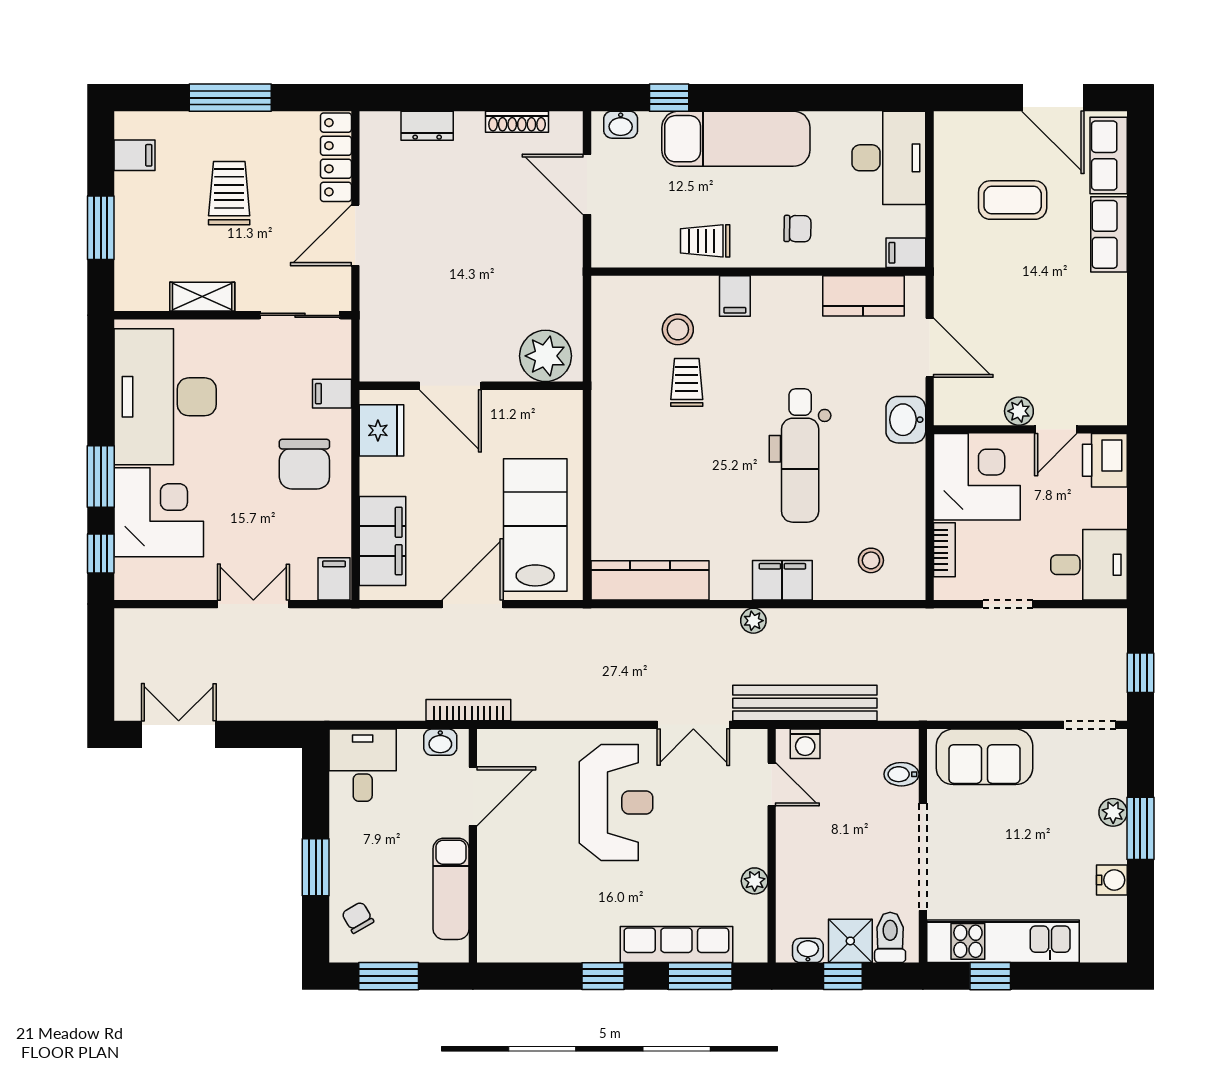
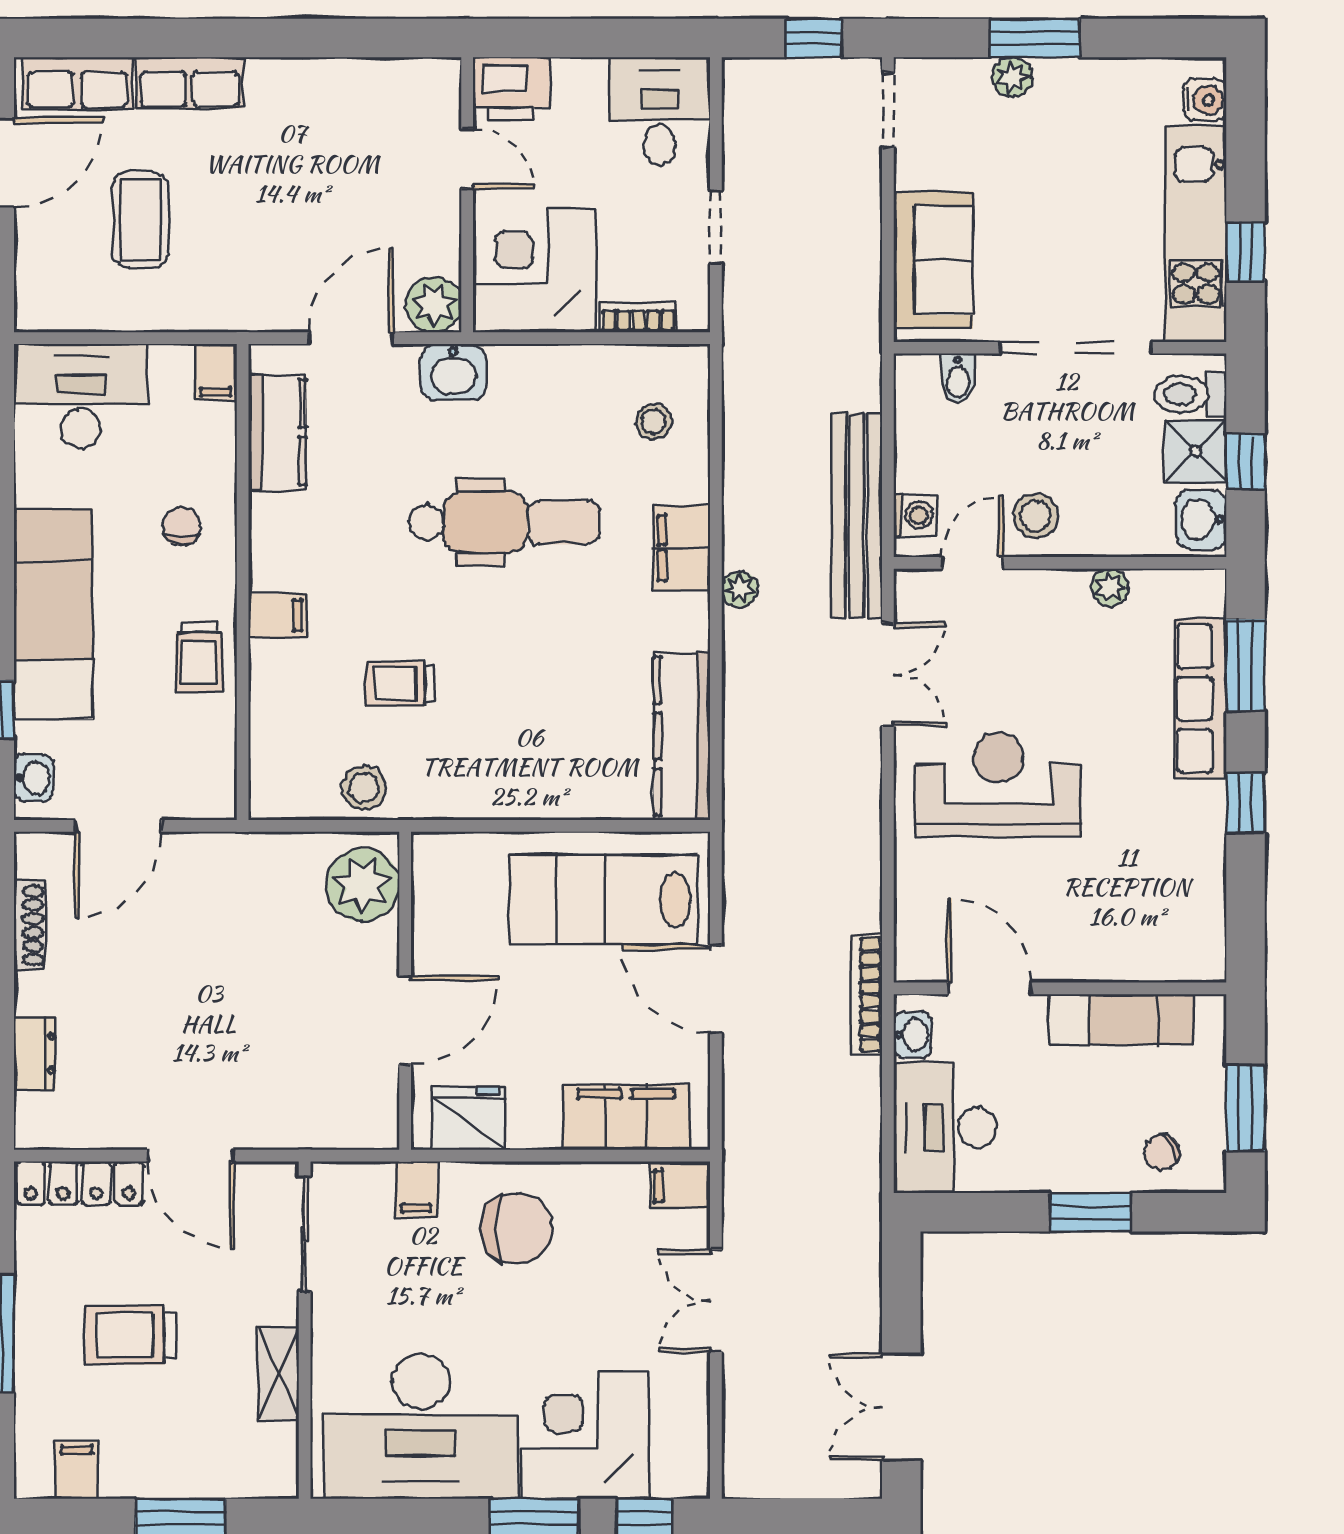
stool: (678, 329) -> (364, 788), moved
plant: (1019, 411) -> (434, 305), moved, width x1.38, depth x1.38
desk: (363, 765) -> (945, 1127), width x1.37
stool: (805, 829) -> (1036, 516), added
water cooler: (1112, 880) -> (1205, 100), moved, turned 90
washbasin: (808, 950) -> (1201, 520), width x1.38, depth x1.45

